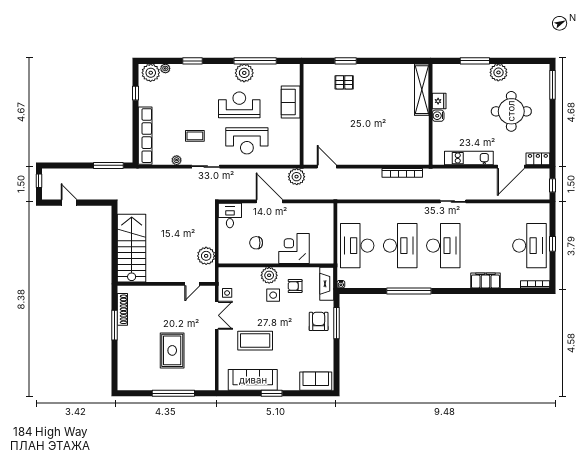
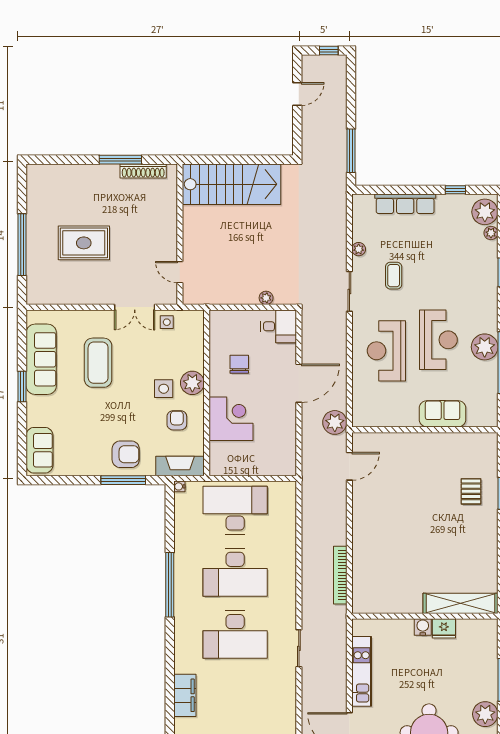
row of seats: (145, 136) -> (405, 204), width x0.73
plant: (206, 256) -> (266, 298), moved, width x0.53, depth x0.53

